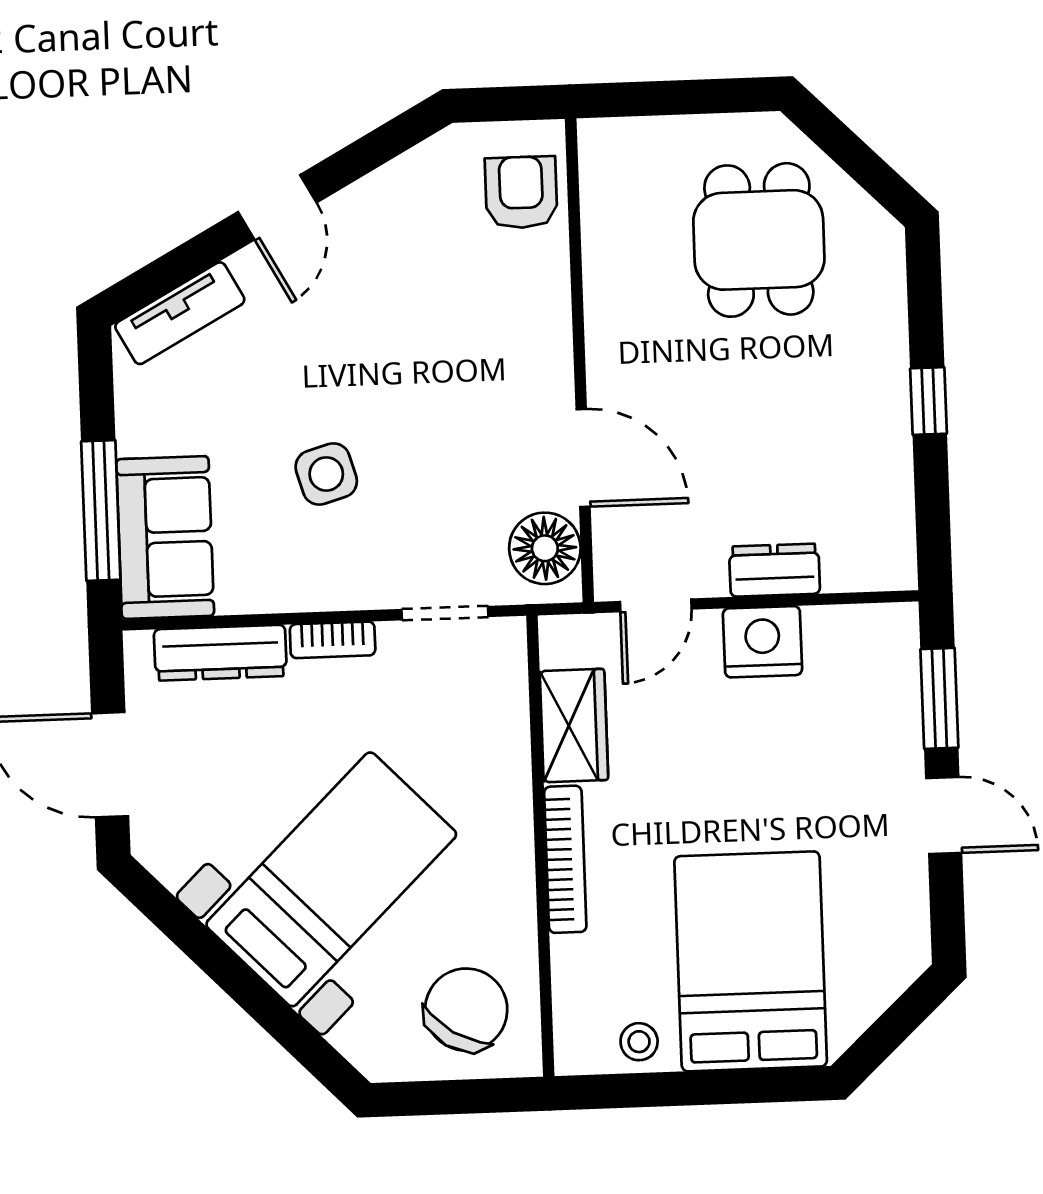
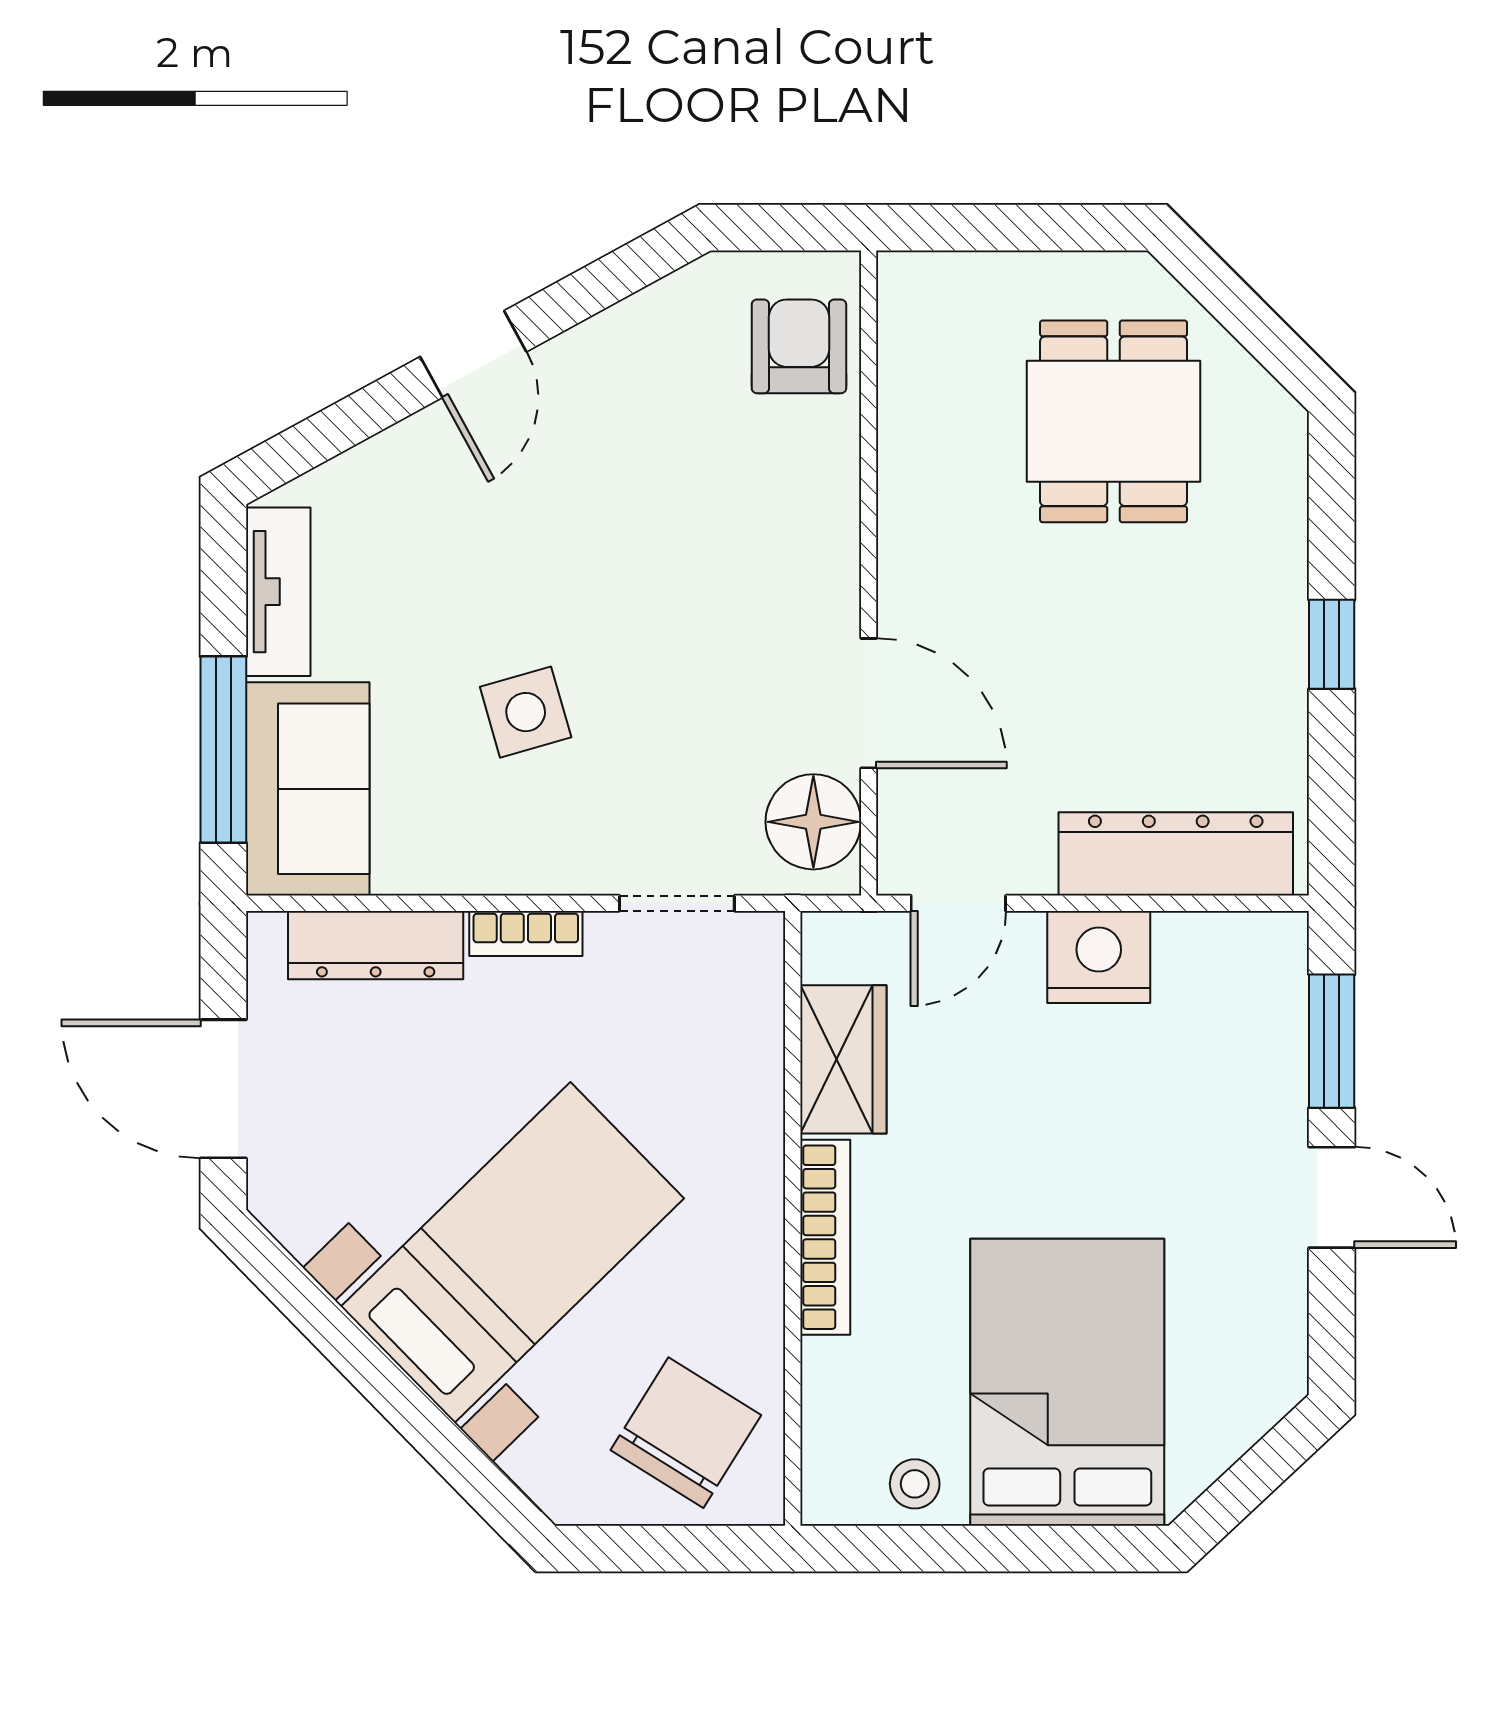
tv unit: (180, 313) -> (278, 592), moved, turned -61
dresser: (775, 570) -> (1176, 854), width x1.96, depth x1.24

